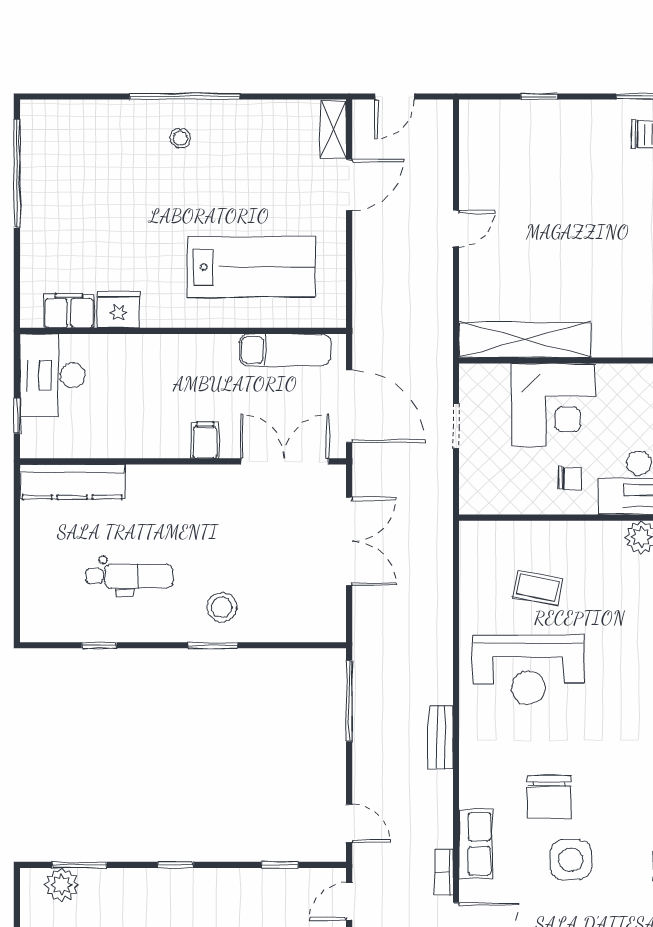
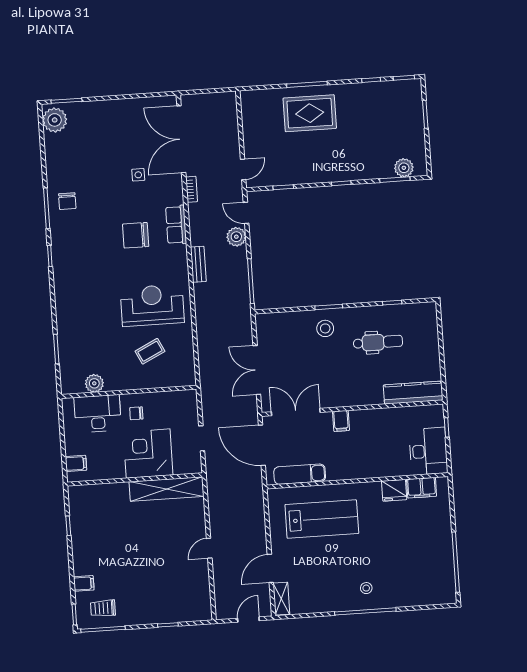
lab bench: (251, 267) -> (322, 519), turned 180
double door: (285, 461) -> (296, 412), swing flipped
dental chair: (129, 576) -> (378, 342), turned 180
coffee table: (538, 588) -> (150, 351), turned -37
plant: (369, 782) -> (236, 237), added
chair: (549, 797) -> (136, 235), turned -90
row of seats: (476, 844) -> (176, 225), moved
side table: (571, 860) -> (138, 175), moved, width x0.54, depth x0.54

